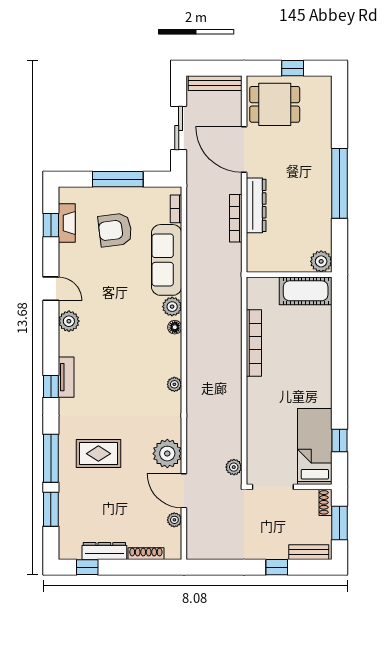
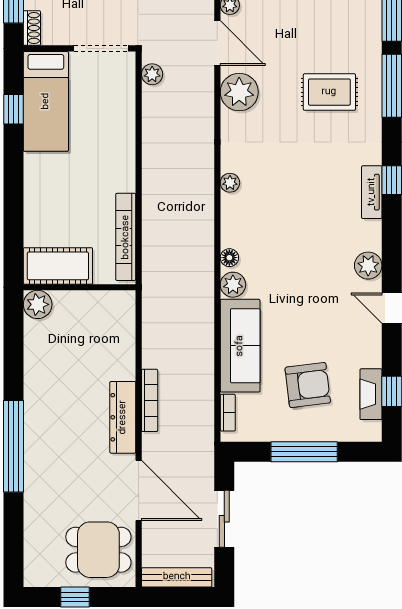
plant: (321, 261) -> (38, 304), moved
wall: (289, 275) -> (79, 287), moved
cot: (306, 291) -> (58, 266), moved

